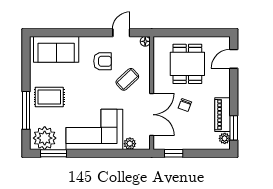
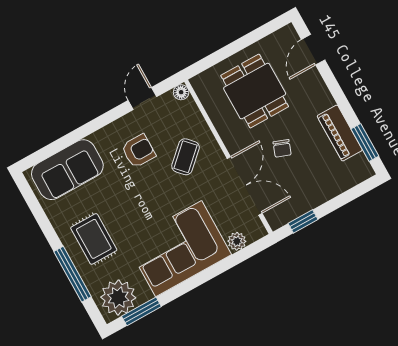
rug: (49, 97) -> (94, 239), turned 90
plant: (225, 138) -> (360, 163), removed

